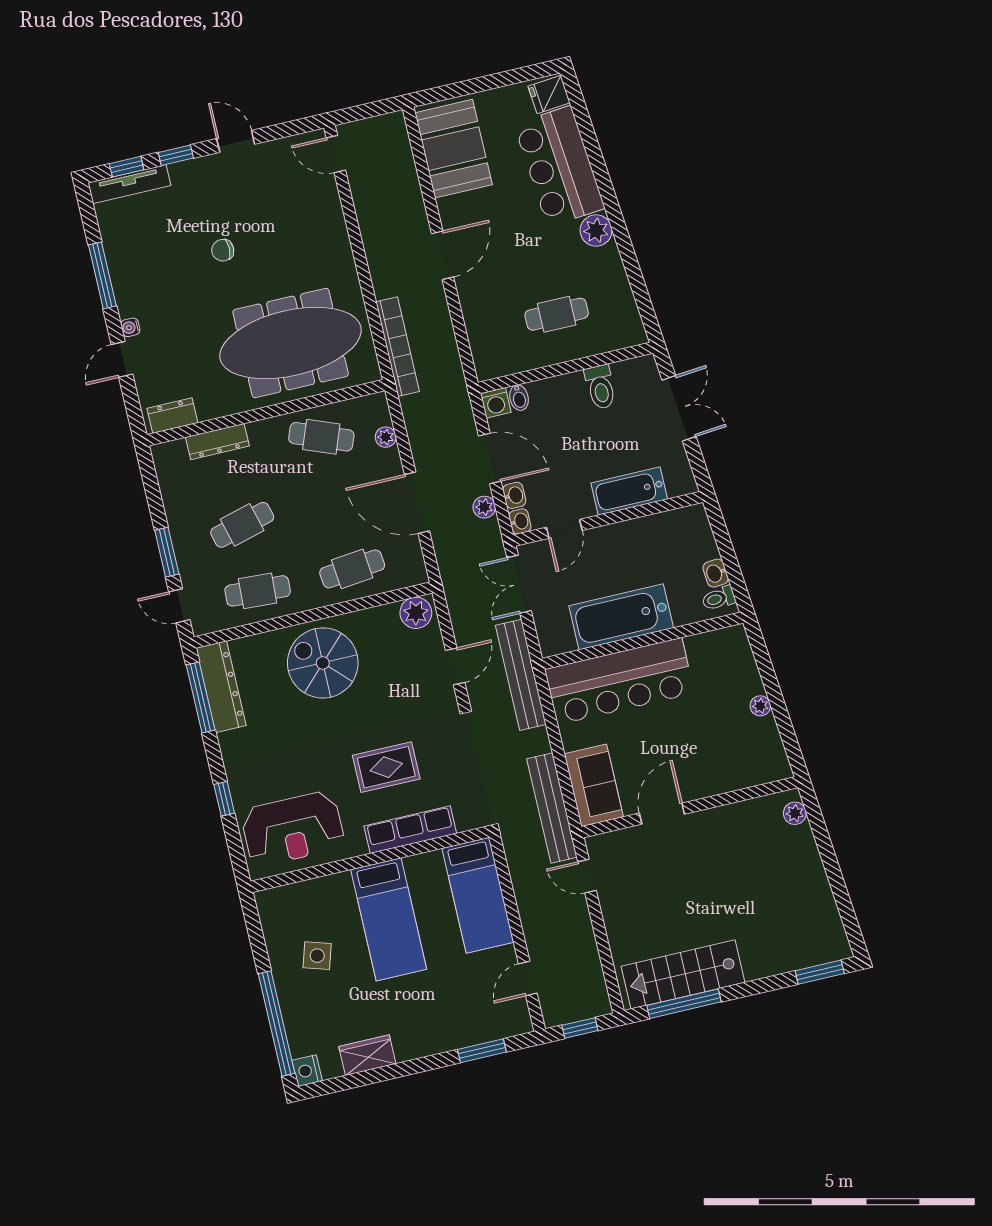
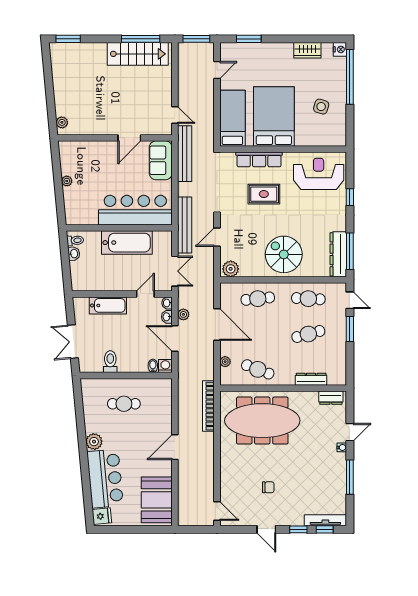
chair: (223, 250) -> (268, 487), moved
spiral stairs: (323, 663) -> (284, 254), turned 180
bed: (389, 919) -> (274, 117), width x1.50
window: (580, 1028) -> (196, 39), width x1.50

